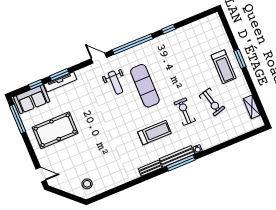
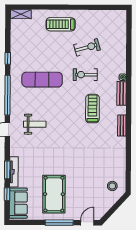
window: (240, 59) -> (60, 7), removed
treadmill: (224, 67) -> (61, 24), turned 180
exercise mat: (145, 86) -> (42, 80), moved
shelving: (252, 107) -> (21, 14), moved
window: (18, 119) -> (59, 223), moved
bench: (177, 156) -> (121, 93), width x0.73
window: (181, 163) -> (129, 97), removed

